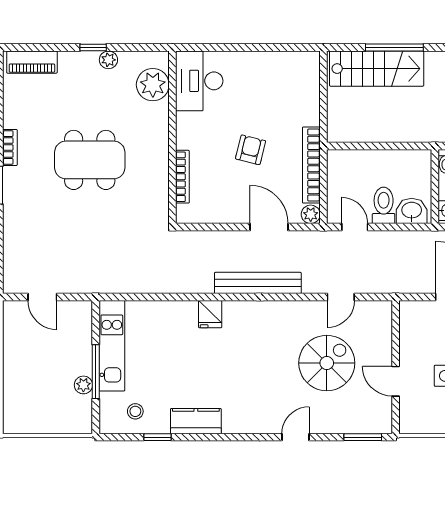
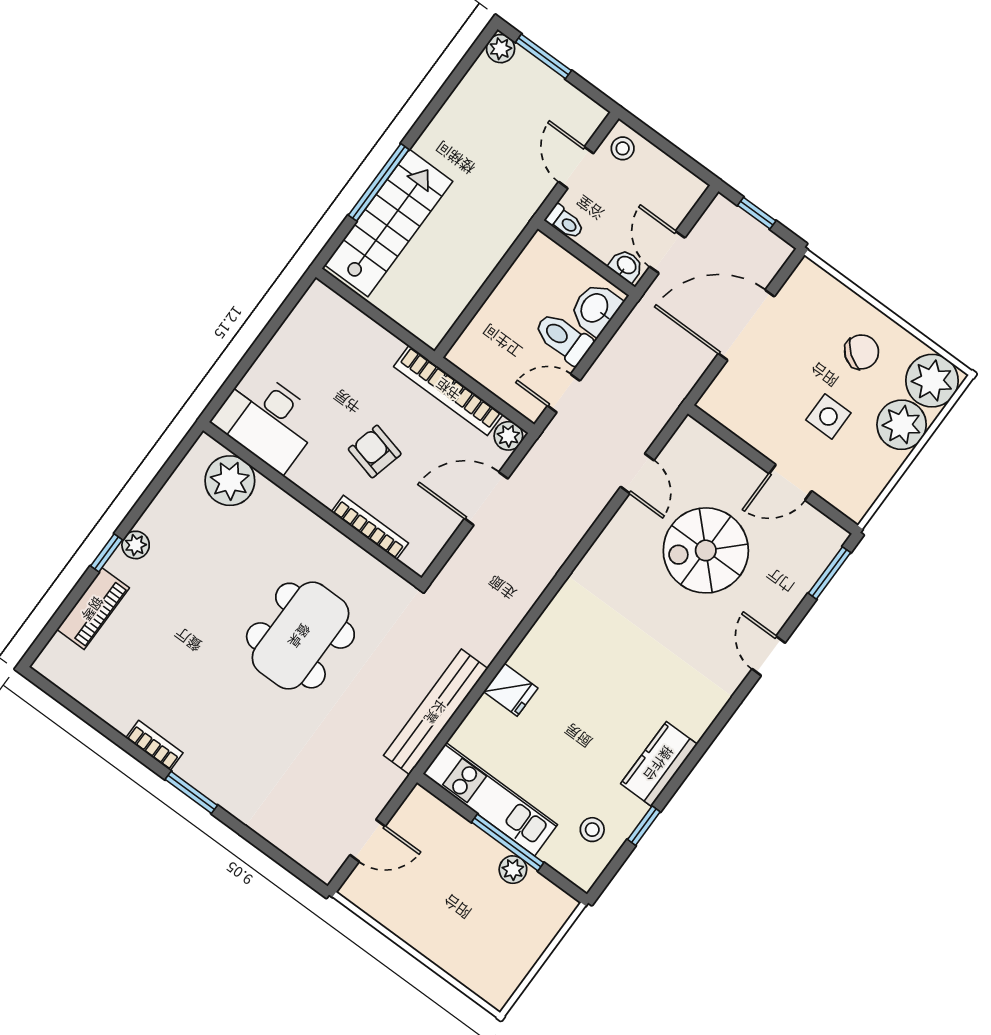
piano: (32, 62) -> (93, 609), moved
desk: (199, 81) -> (267, 420), moved
plant: (153, 85) -> (230, 481), moved
wall: (172, 137) -> (312, 504), moved
dining table: (90, 160) -> (300, 636), moved
bookcase: (182, 177) -> (370, 527), moved
bench: (258, 283) -> (436, 712), moved
fridge: (210, 314) -> (511, 690), moved
spiral stairs: (327, 363) -> (706, 550), turned -90

